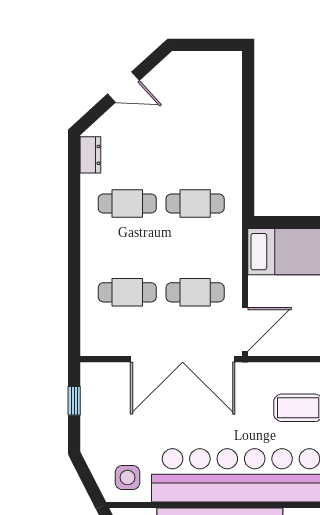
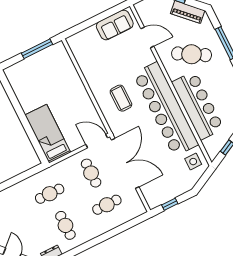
cafe table: (195, 204) -> (50, 194), turned 90
cafe table: (127, 292) -> (107, 205), turned 90

